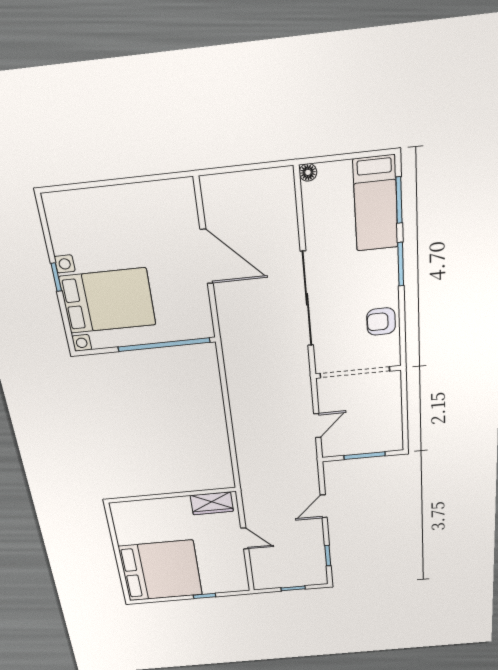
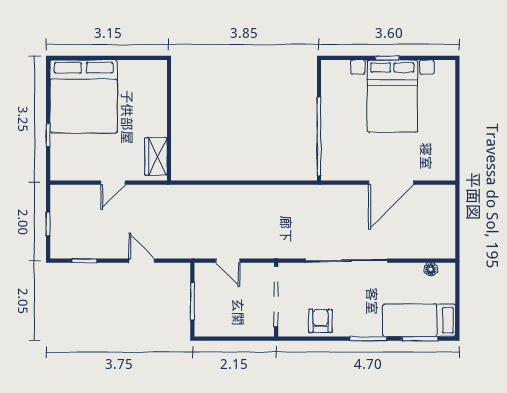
floor lamp: (308, 172) -> (431, 269), moved
bed with nightstands: (108, 301) -> (392, 96), moved

